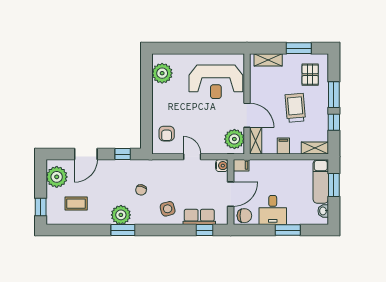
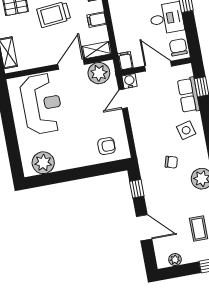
door: (192, 157) -> (123, 99), moved
plant: (57, 177) -> (175, 260), width x0.53, depth x0.53

